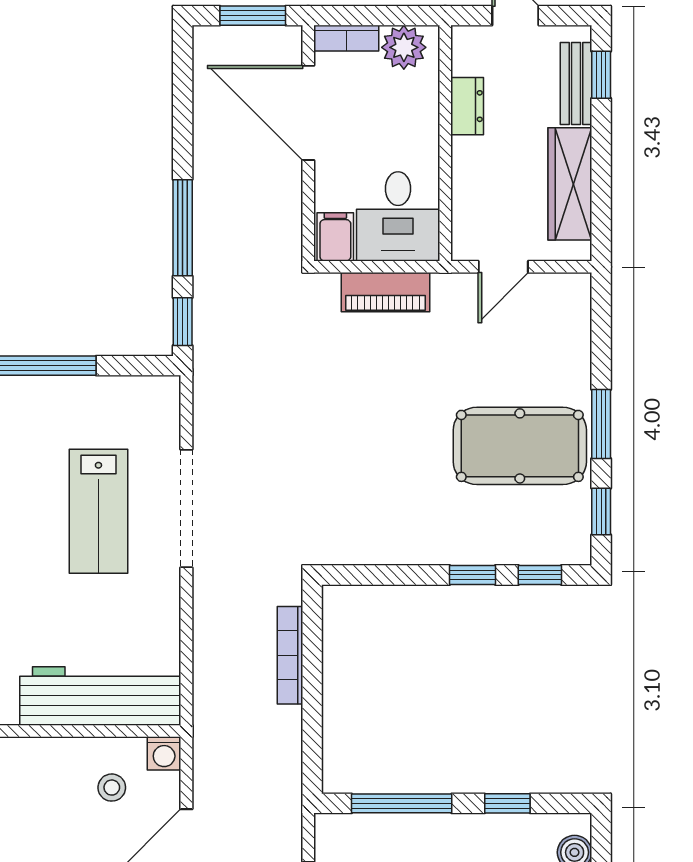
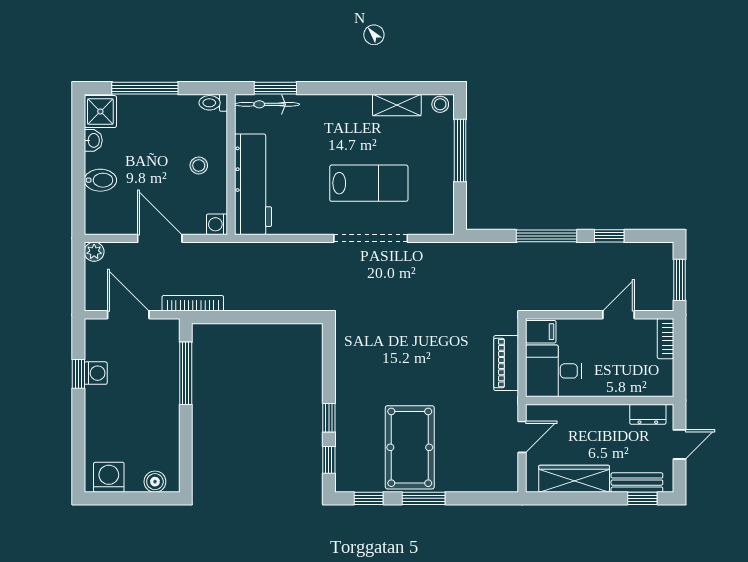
plant: (404, 47) -> (660, 375), removed
dresser: (467, 106) -> (648, 414), moved
door: (308, 113) -> (619, 315), width x0.53
door: (503, 267) -> (522, 437), swing flipped
window: (183, 322) -> (609, 236), moved
lab bench: (98, 511) -> (369, 183), turned 180
bookcase: (290, 655) -> (193, 303), moved
stool: (112, 788) -> (199, 165), moved
window: (507, 803) -> (186, 439), removed

